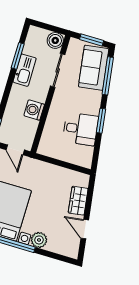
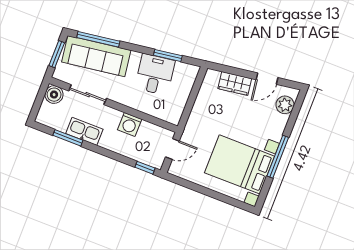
sofa: (94, 68) -> (96, 56), width x1.36
window: (101, 121) -> (168, 56), moved
plant: (39, 240) -> (285, 105), moved

